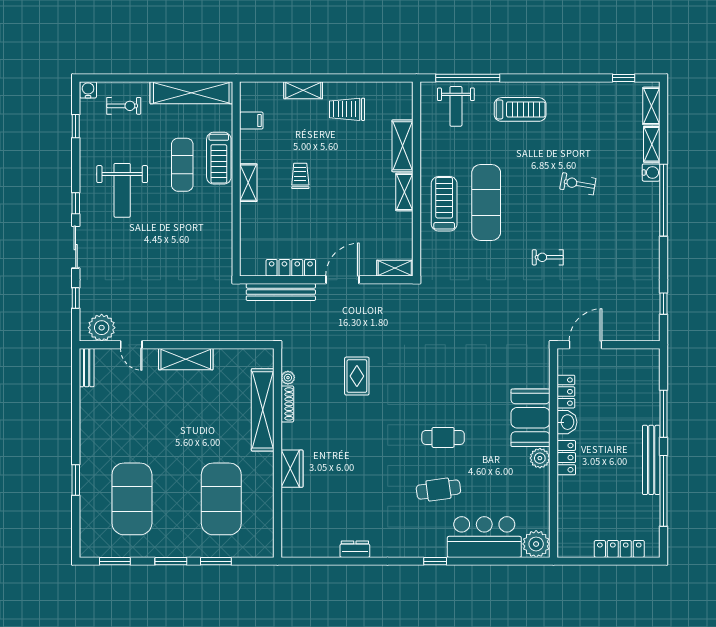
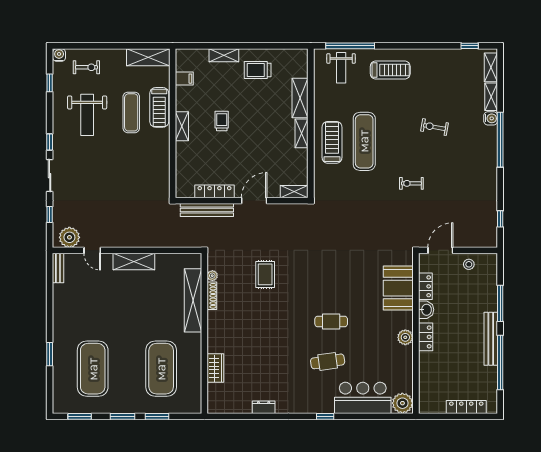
shelving: (191, 93) -> (148, 57), width x0.68
weight bench: (122, 190) -> (87, 115), moved
stool: (623, 363) -> (469, 264), added
booth: (530, 418) -> (398, 288), moved
wardrobe: (292, 469) -> (215, 368), moved

